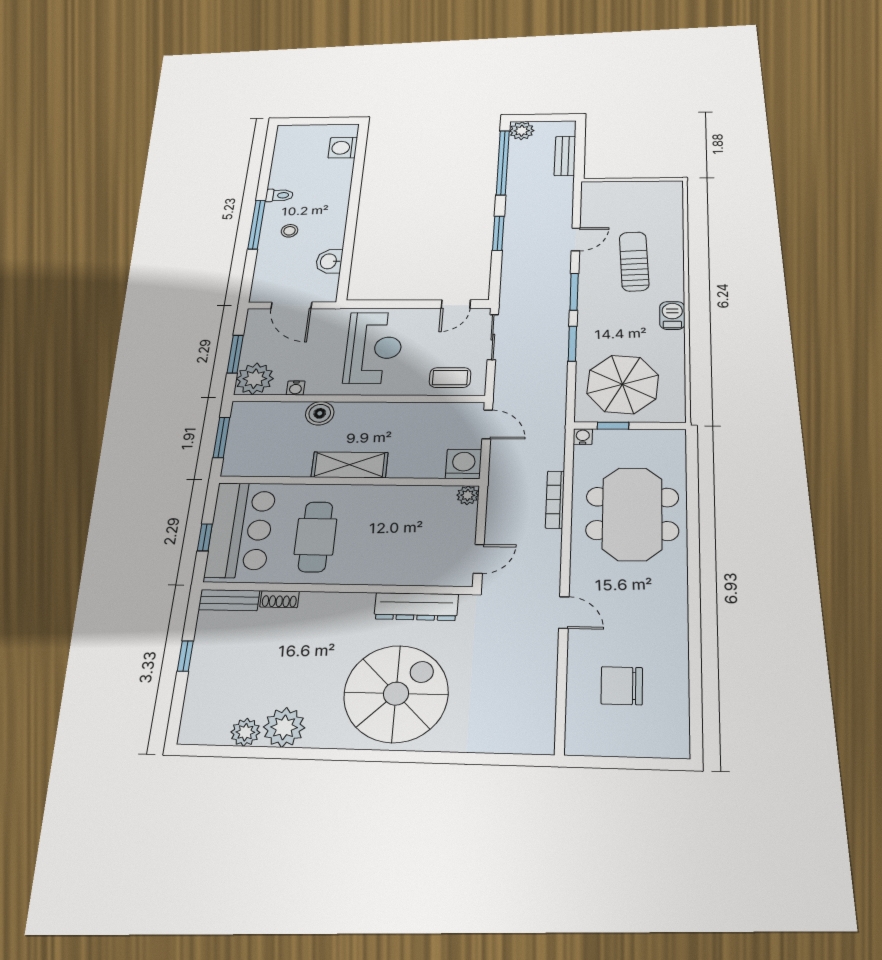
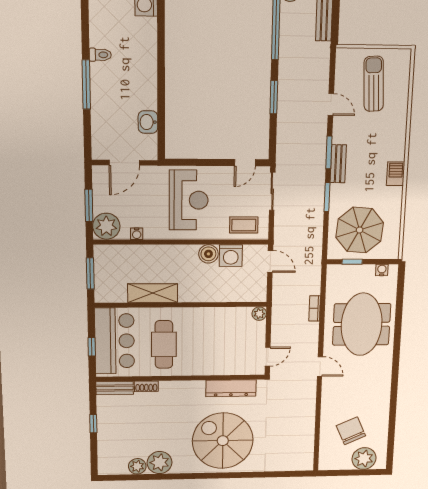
stool: (289, 231) -> (113, 91), removed
door: (576, 239) -> (331, 104), hinge flipped
sun lounger: (634, 261) -> (374, 84), moved
bench: (588, 304) -> (338, 164), added
door: (291, 305) -> (124, 163), hinge flipped
boiler: (320, 413) -> (208, 254), moved
water cooler: (583, 437) -> (382, 270), moved
washing machine: (464, 464) -> (231, 256), moved, turned 180
shelving: (350, 465) -> (153, 293), moved
bookcase: (555, 500) -> (315, 308), width x0.64
door: (564, 612) -> (320, 366), moved
chair: (622, 686) -> (351, 431), turned 66
spiral stairs: (396, 694) -> (223, 441), turned -90
plant: (648, 737) -> (364, 459), added

